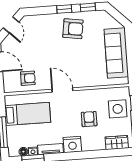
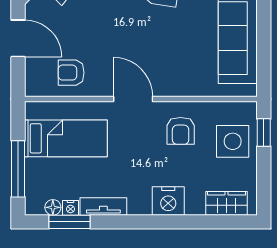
armchair: (28, 78) -> (71, 73), turned 180
armchair: (89, 119) -> (181, 131), moved, turned 180
nightstand: (72, 145) -> (168, 201), moved

